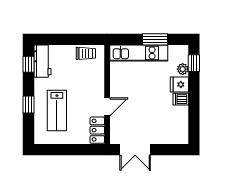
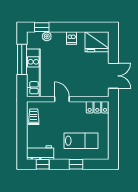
window: (155, 39) -> (22, 59), width x1.44
fridge: (179, 85) -> (97, 42), moved, width x1.88, depth x1.34
door: (107, 107) -> (62, 99), moved

